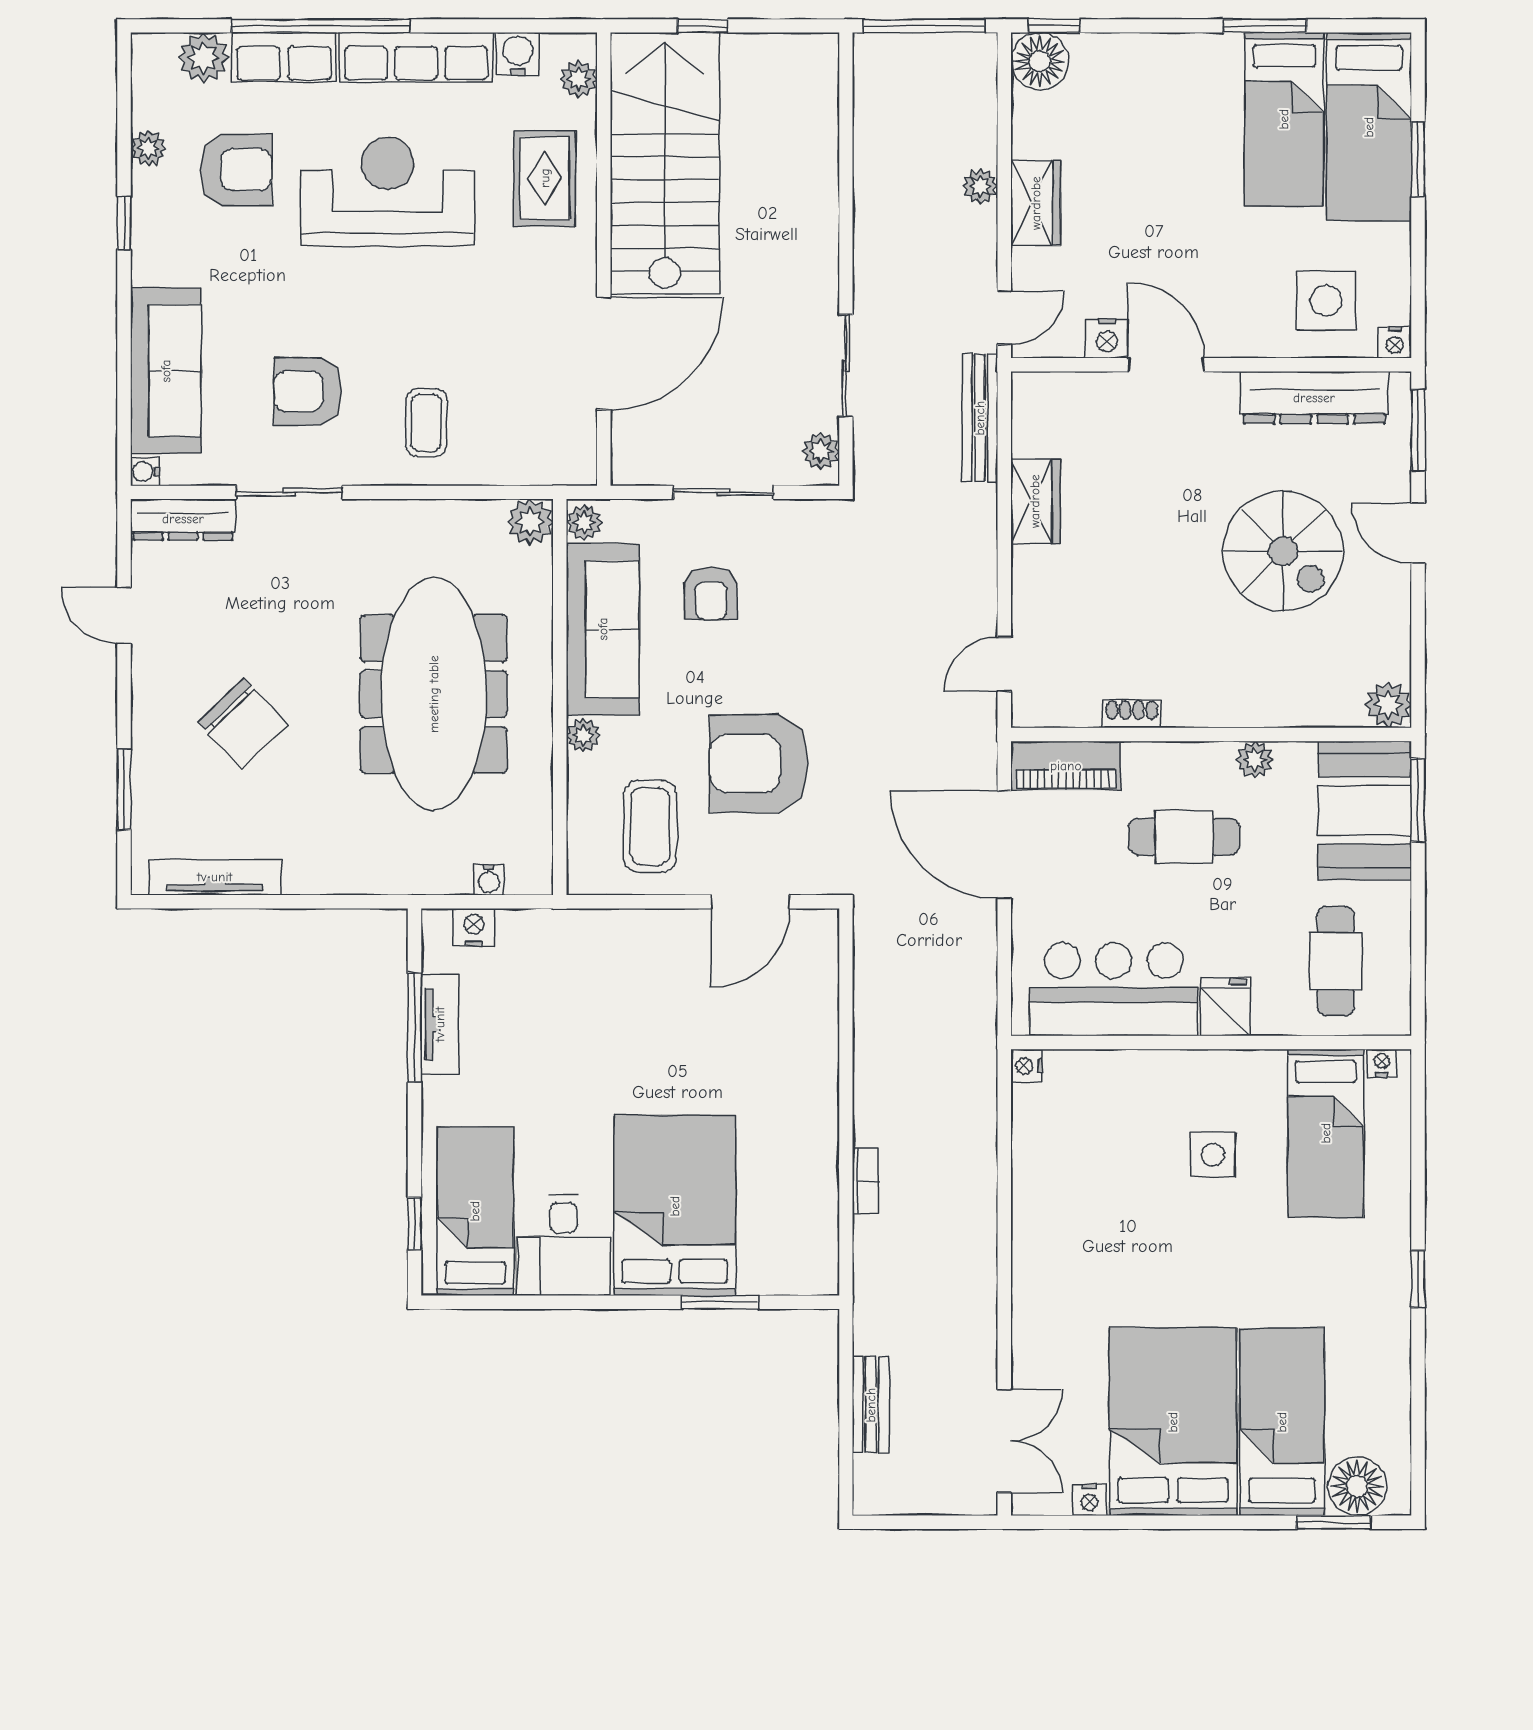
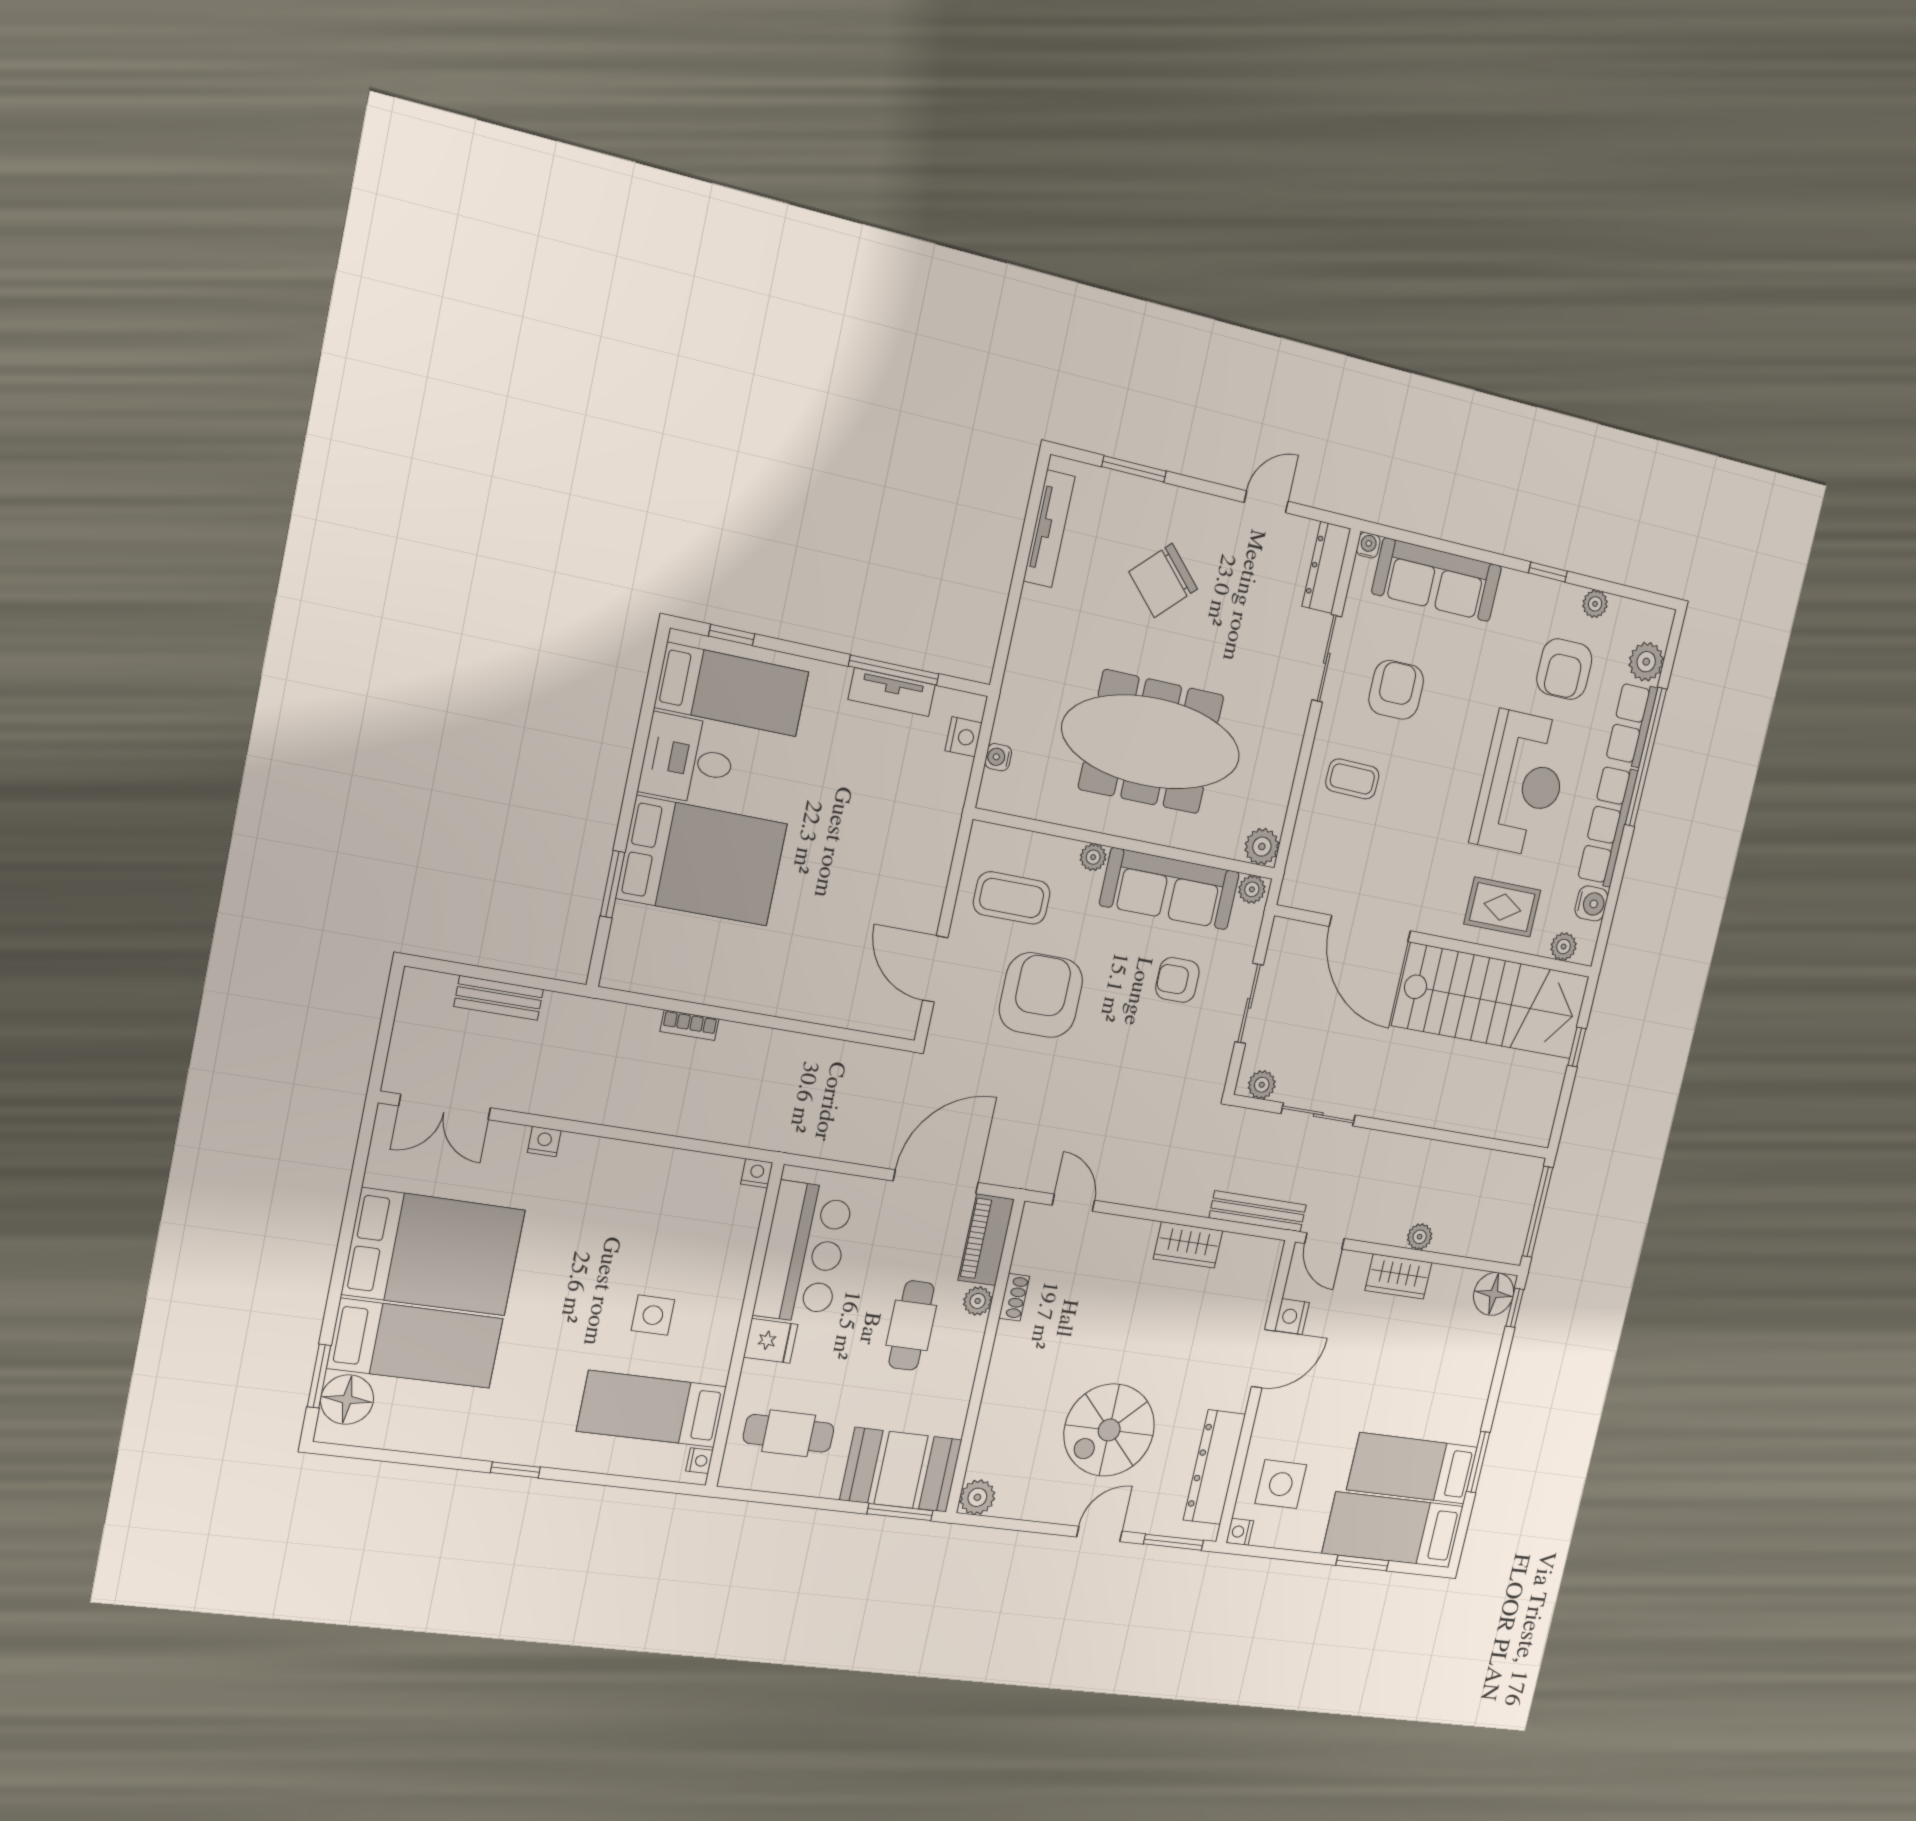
plant: (1255, 759) -> (978, 1301), moved
nightstand: (1089, 1500) -> (544, 1141), moved, turned 90

